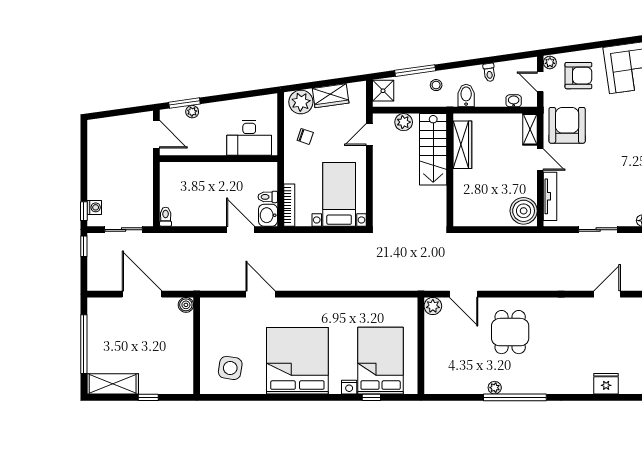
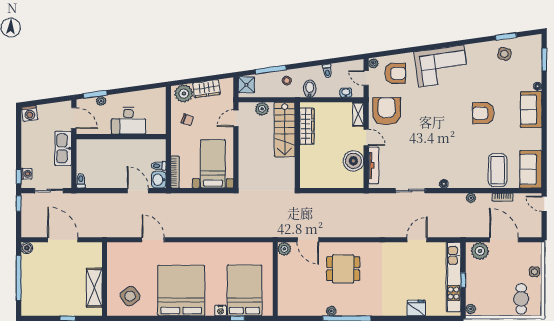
washing machine: (98, 128) -> (30, 113), added
desk: (249, 138) -> (129, 121), moved
kitchen sink: (142, 174) -> (63, 148), added
boiler: (524, 211) -> (353, 161), moved
boiler: (186, 305) -> (27, 248), moved
dining table: (510, 332) -> (343, 269), turned 90
side table: (230, 368) -> (130, 296), turned 45
shelving: (113, 384) -> (94, 288), moved, turned 90

